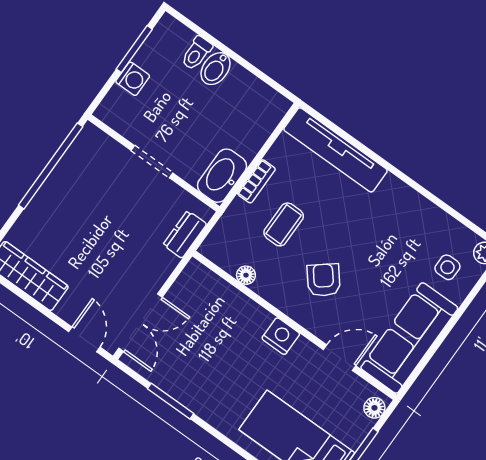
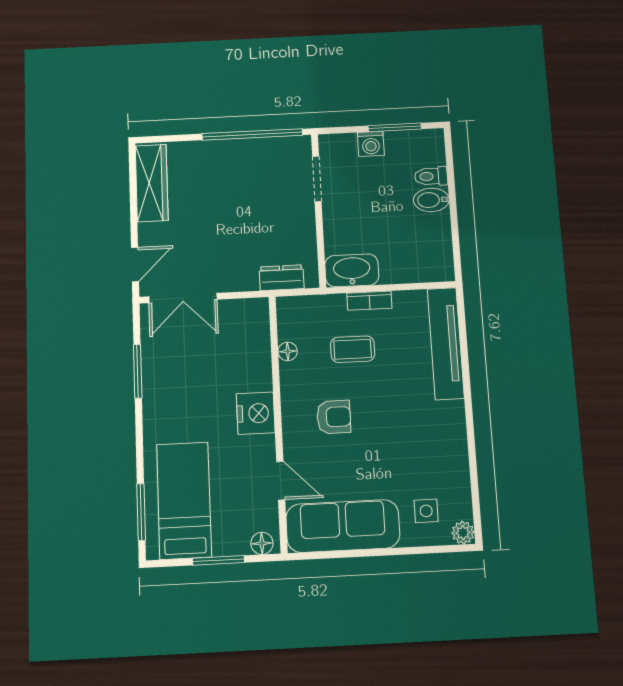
doorway: (152, 162) -> (317, 179), moved
armchair: (324, 280) -> (334, 417), turned 39
nightstand: (281, 336) -> (256, 413), width x1.36, depth x1.33

